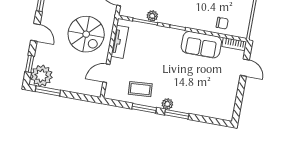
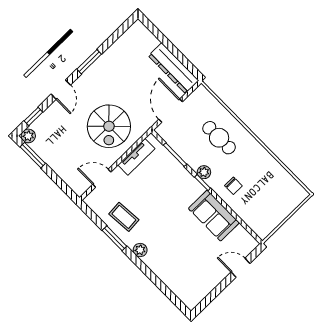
plant: (152, 16) -> (204, 172), moved
chair: (222, 23) -> (233, 186), moved
bookcase: (234, 44) -> (246, 238), removed
door: (245, 68) -> (240, 268), swing flipped
plant: (41, 76) -> (28, 136), width x0.53, depth x0.53
window: (177, 114) -> (142, 266), removed

